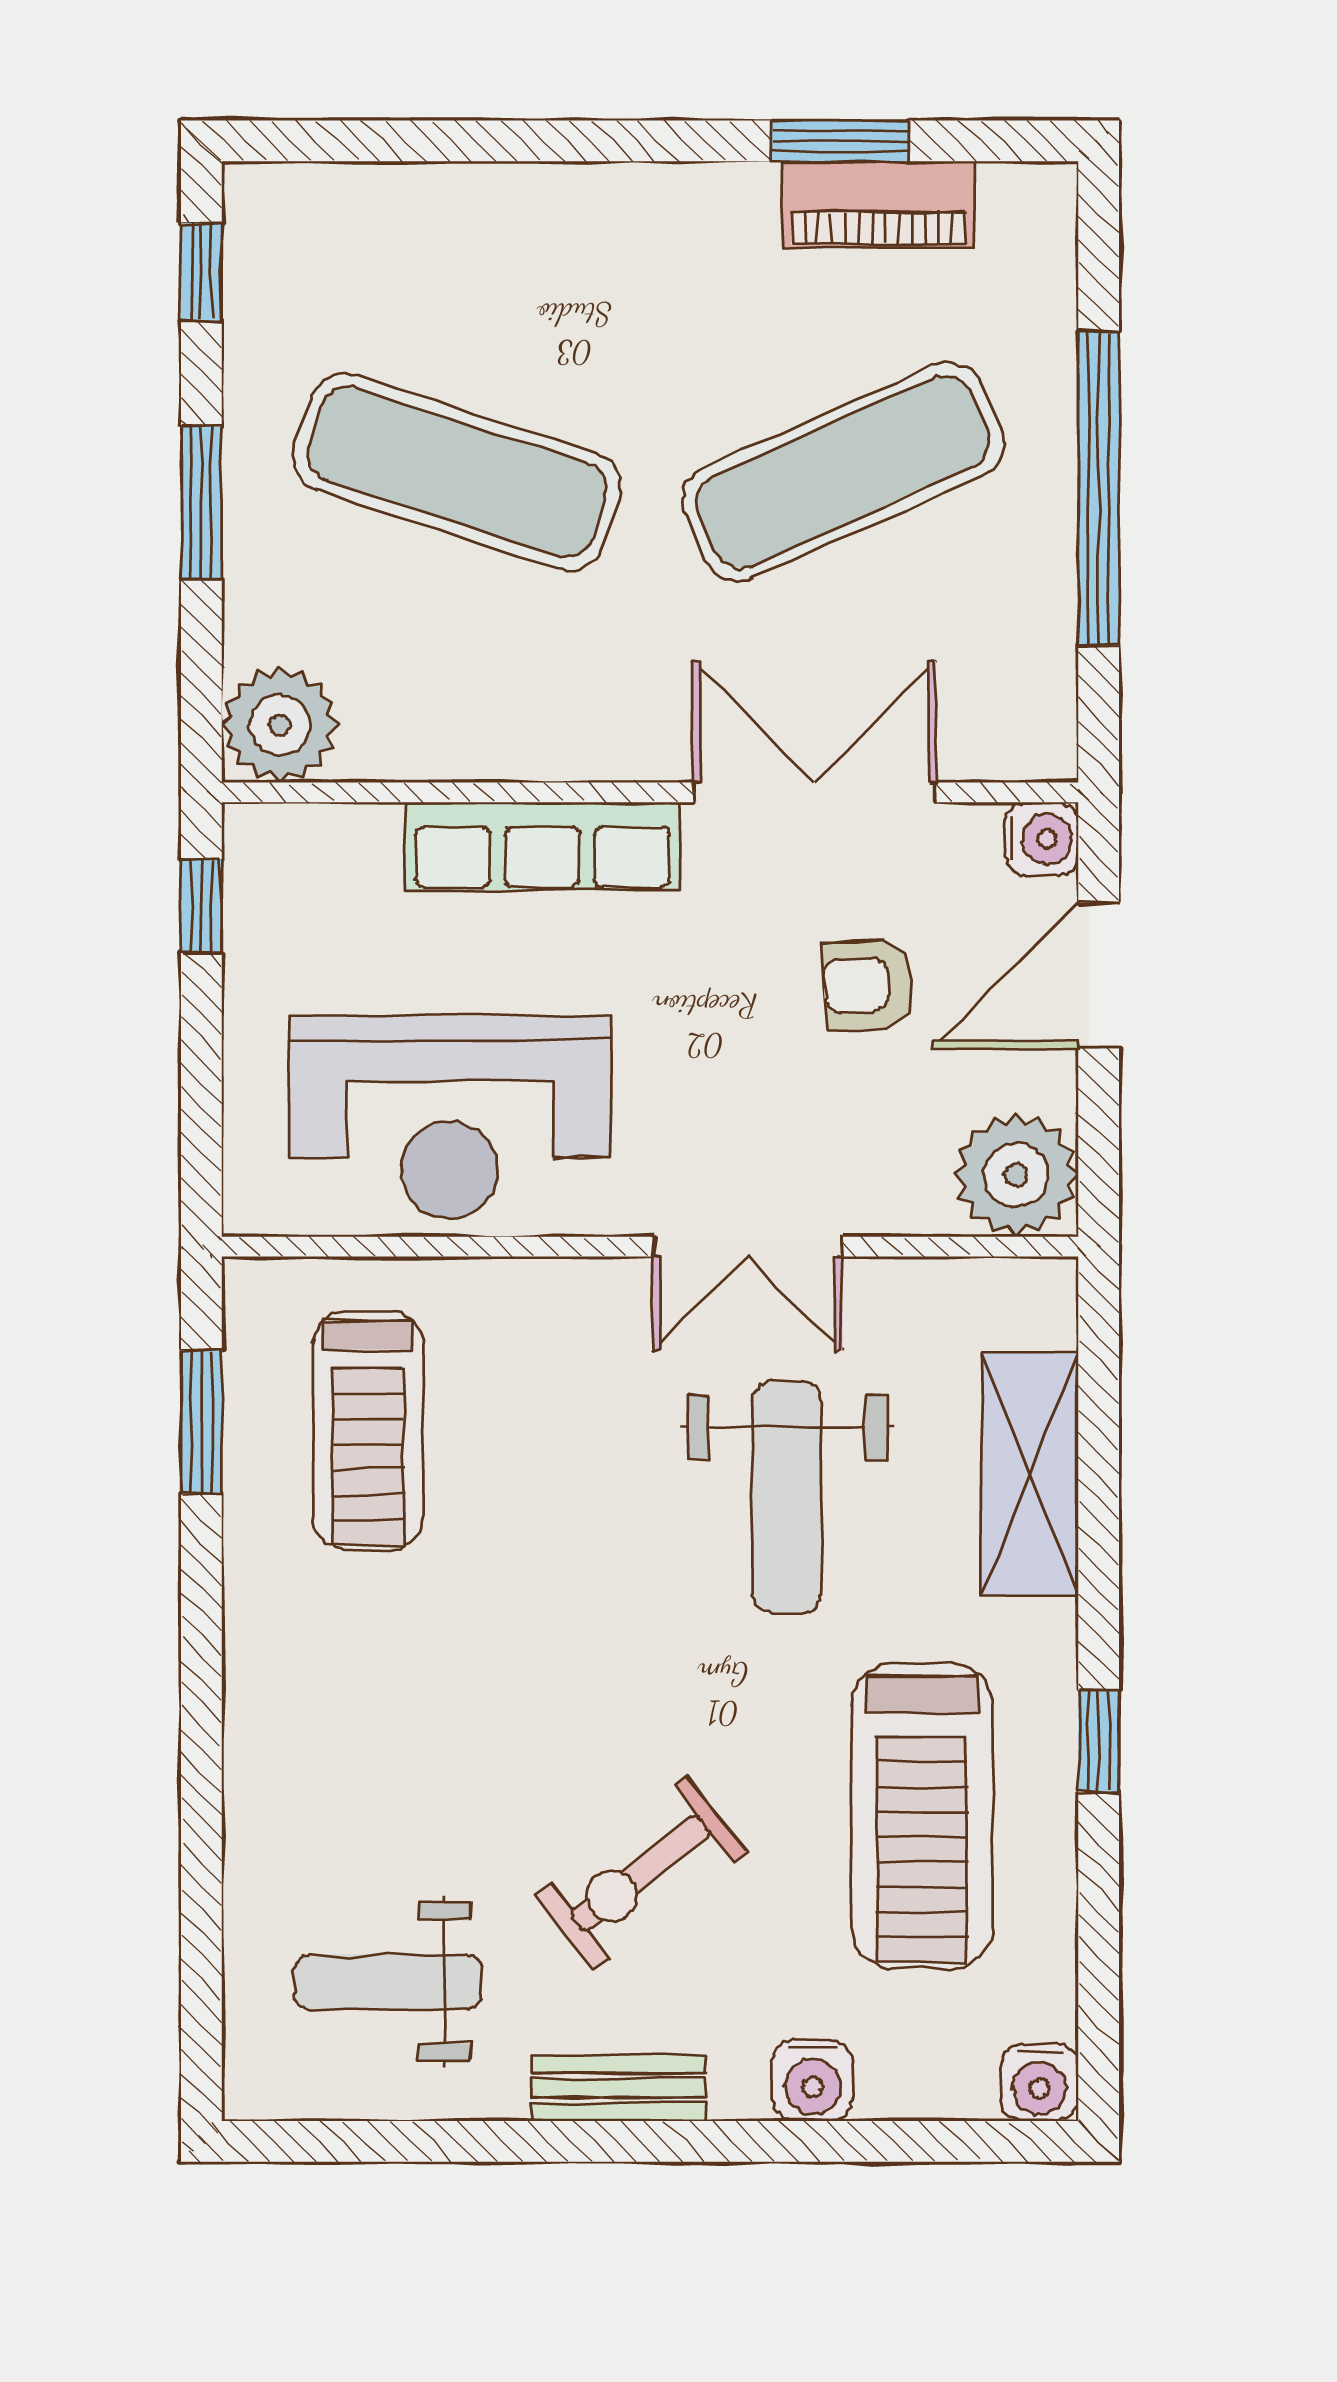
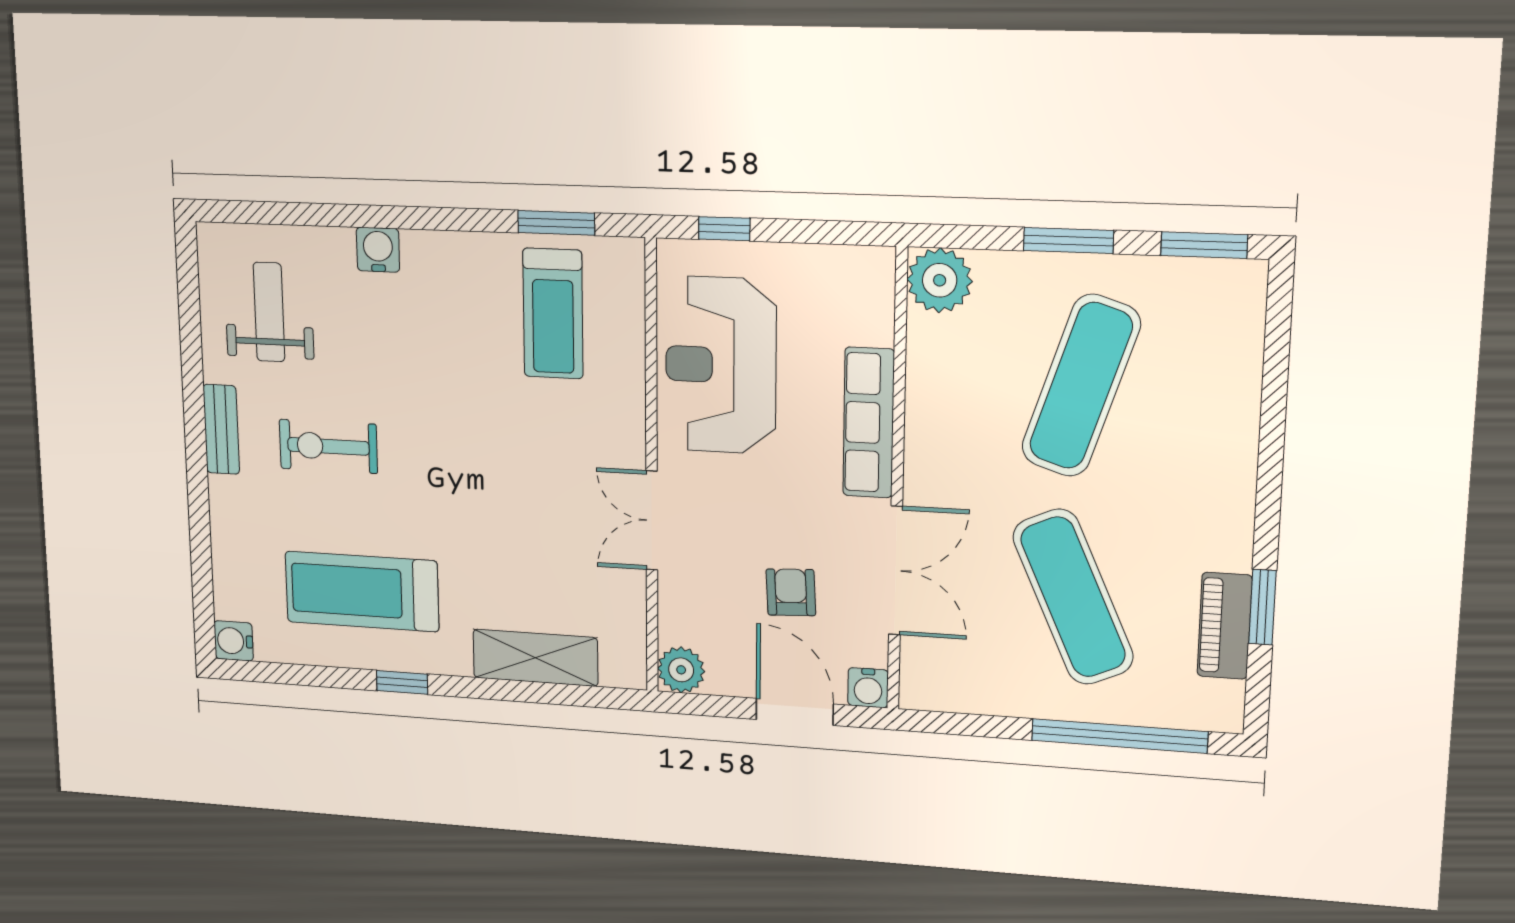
window: (201, 272) -> (1204, 245), width x1.50
window: (1099, 488) -> (1119, 736), moved
window: (201, 906) -> (724, 229), moved
plant: (1016, 1175) -> (681, 670), width x0.73, depth x0.73
treadmill: (368, 1430) -> (553, 314), turned -90
weight bench: (787, 1497) -> (522, 533), removed
exercise bike: (640, 1873) -> (328, 446), turned -52
water cooler: (813, 2080) -> (378, 250), moved, turned 90

